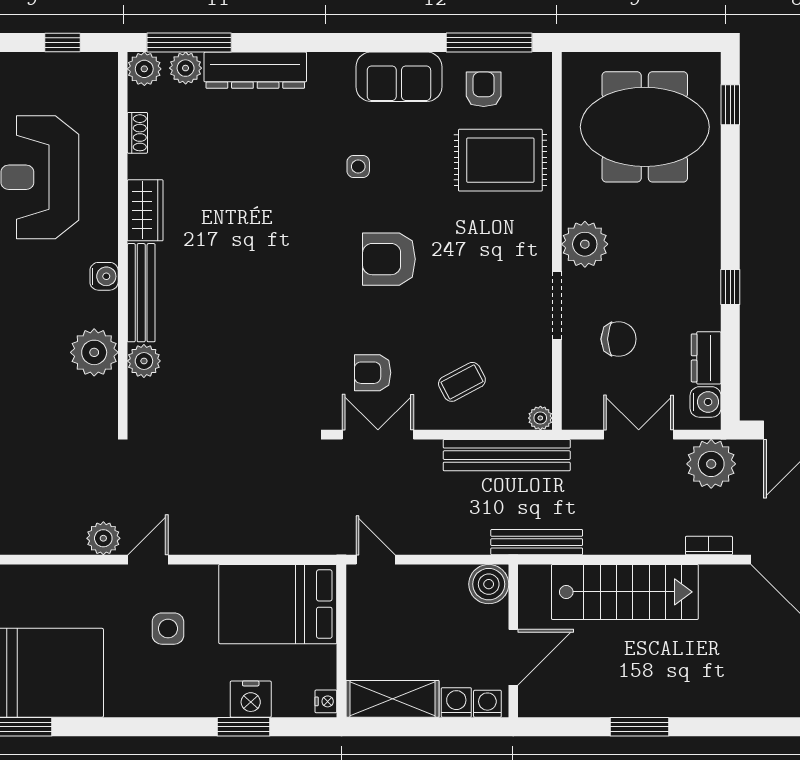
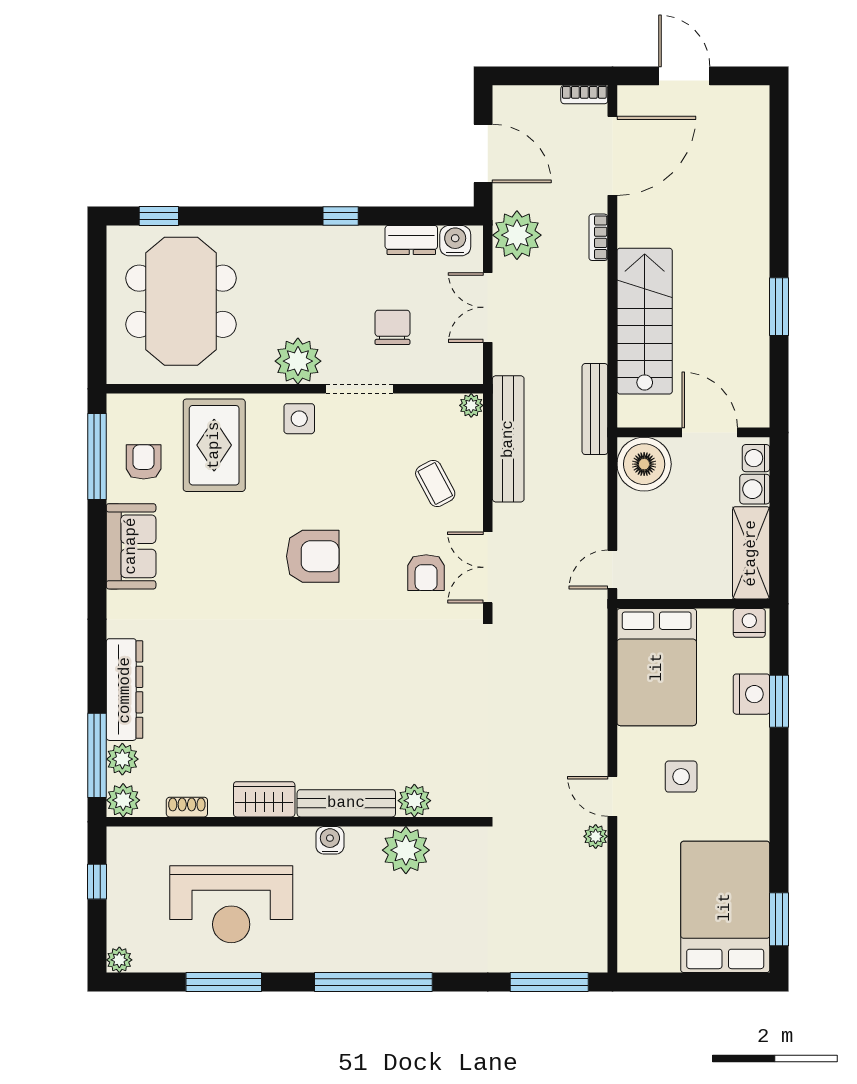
armchair: (484, 89) -> (144, 462), turned 90
side table: (358, 166) -> (299, 419), moved, width x1.37, depth x1.37
armchair: (389, 259) -> (313, 556), turned -90
plant: (103, 538) -> (596, 836), width x0.73, depth x0.73
boiler: (489, 584) -> (644, 464), width x1.37, depth x1.37
nightstand: (326, 701) -> (749, 623), width x1.39, depth x1.35

